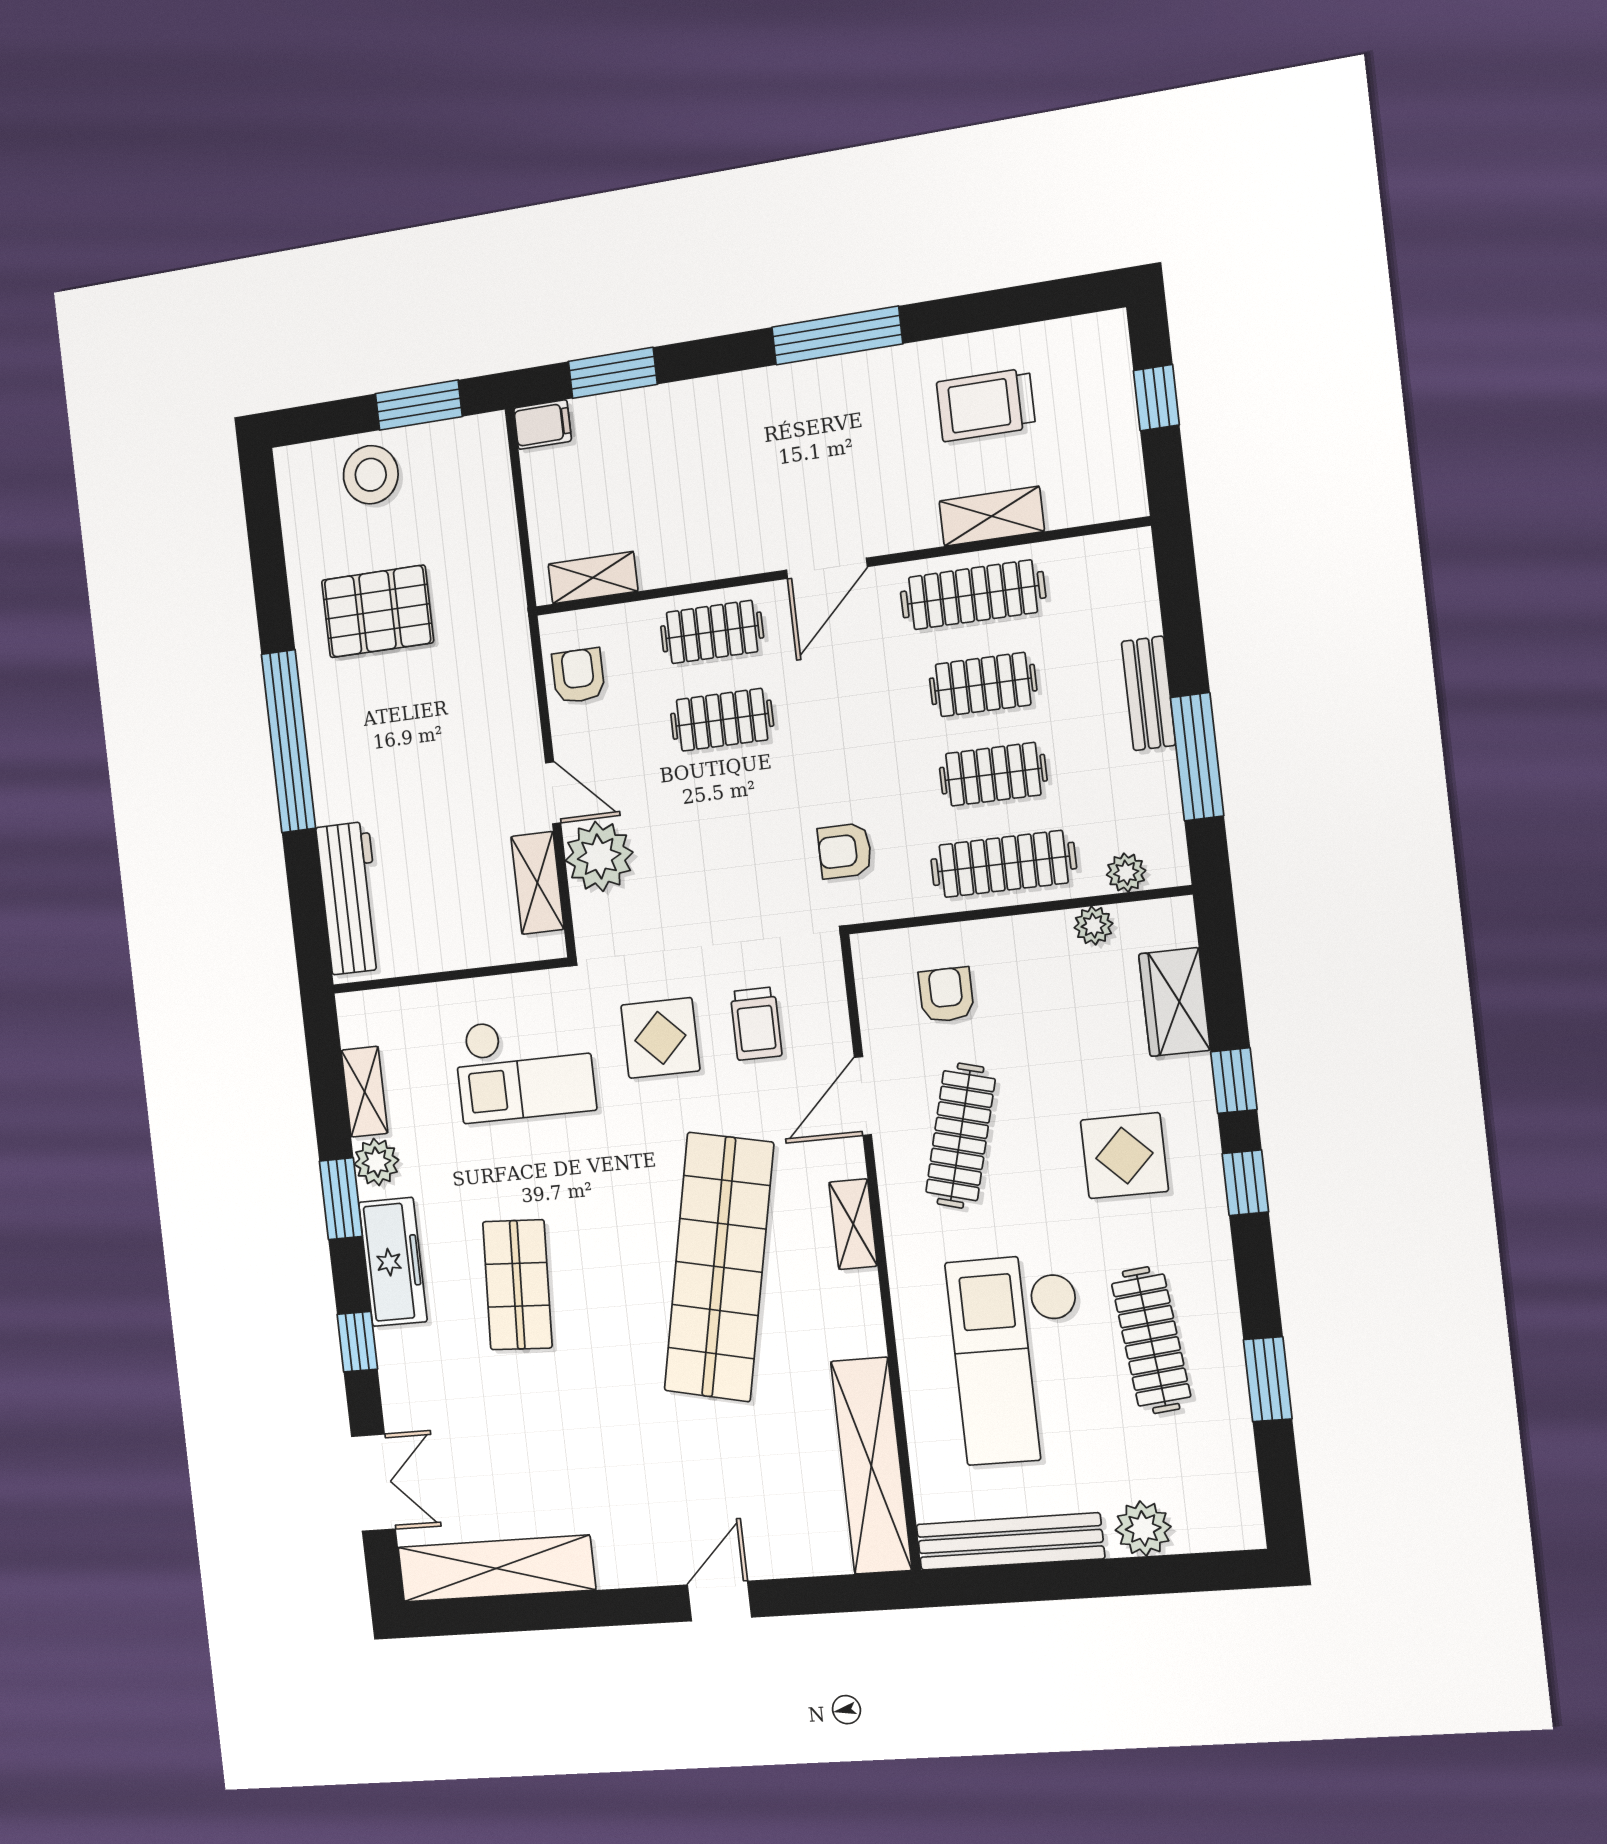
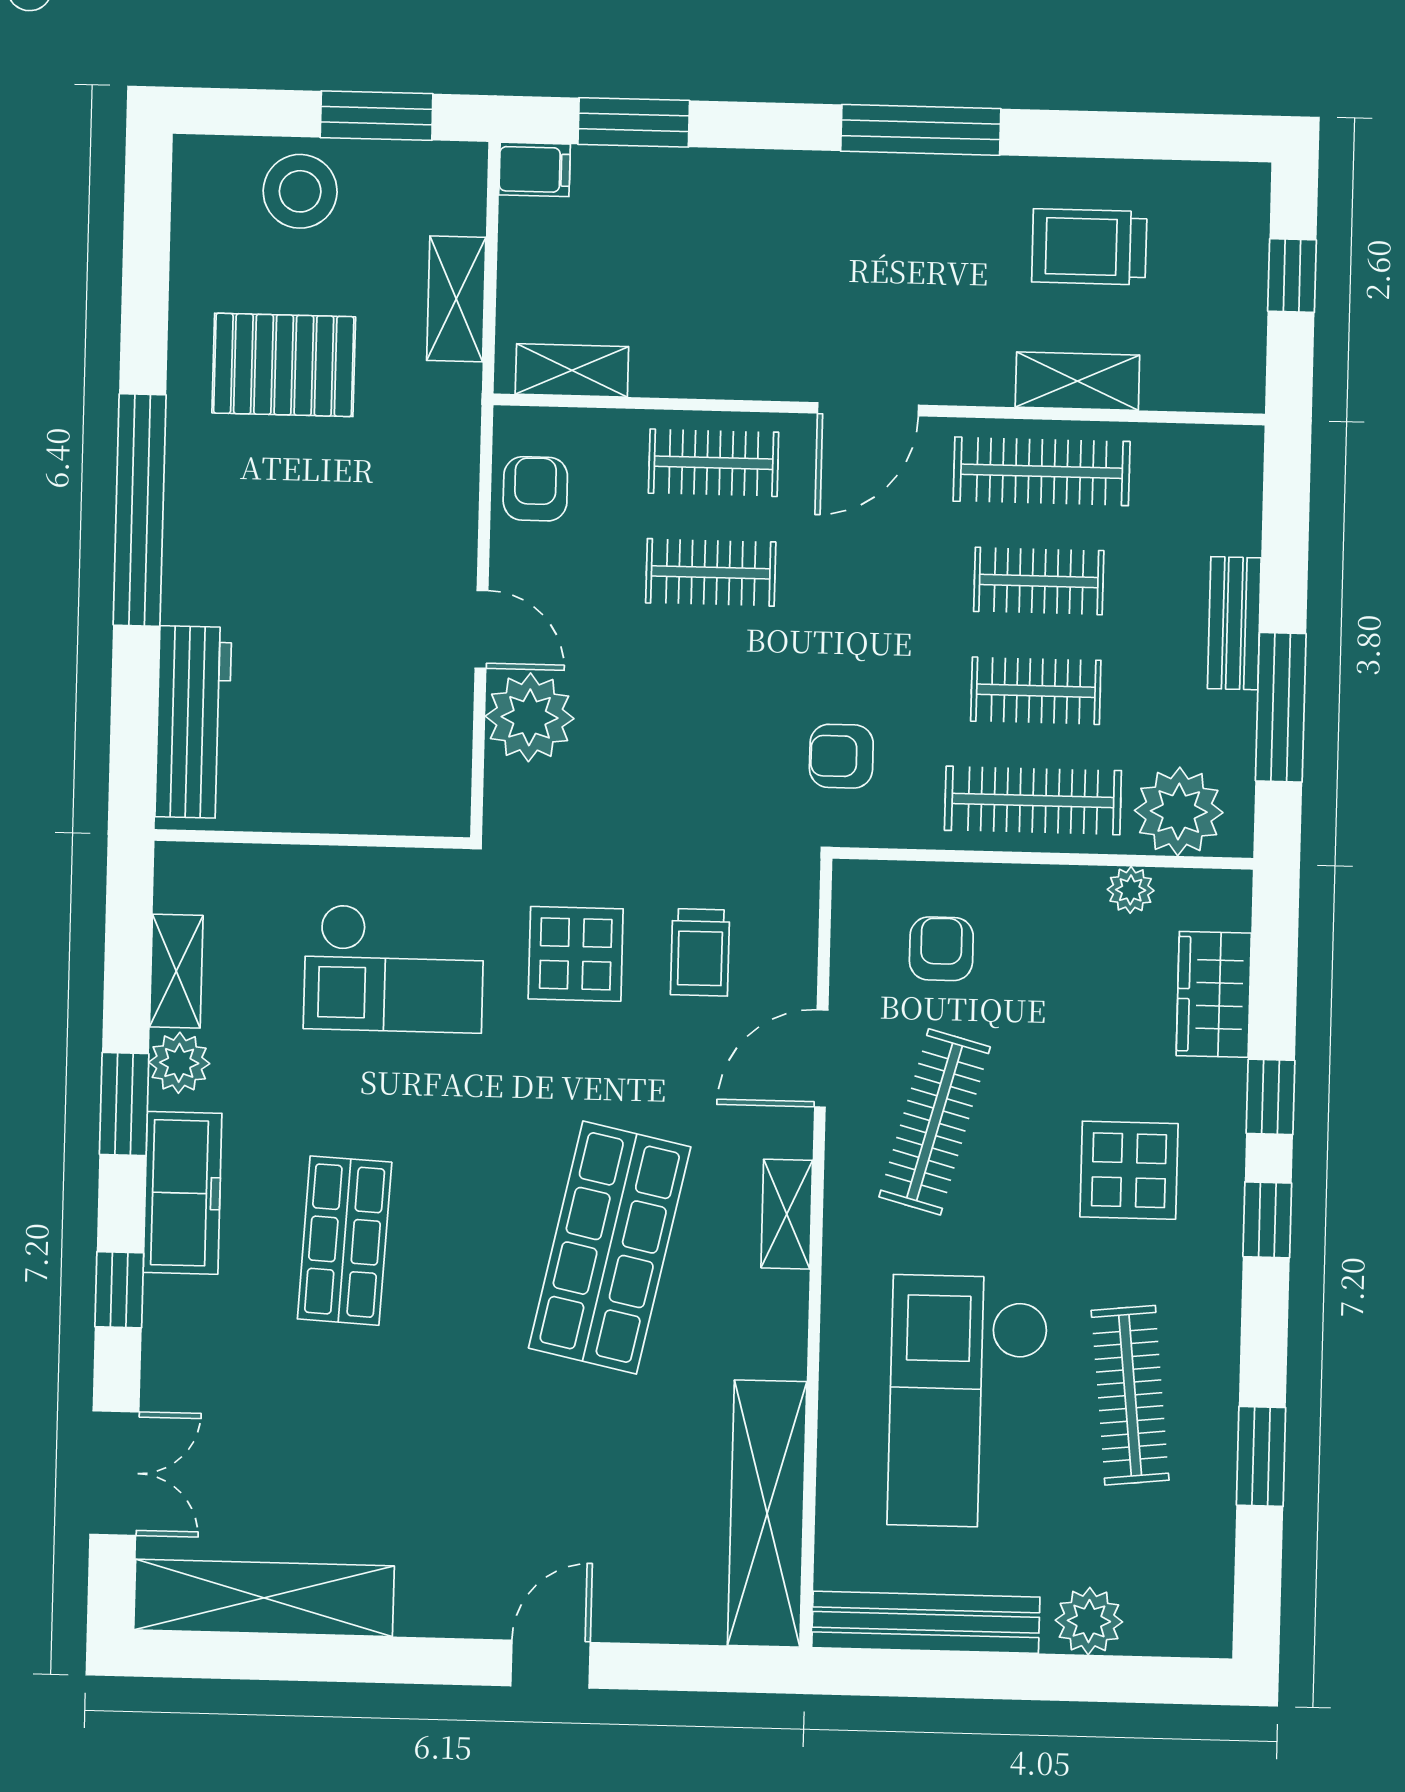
plant: (1126, 873) -> (1179, 812), width x1.88, depth x1.88
shelving: (537, 883) -> (456, 299), moved
shop shelf: (719, 1267) -> (610, 1248), width x0.71

